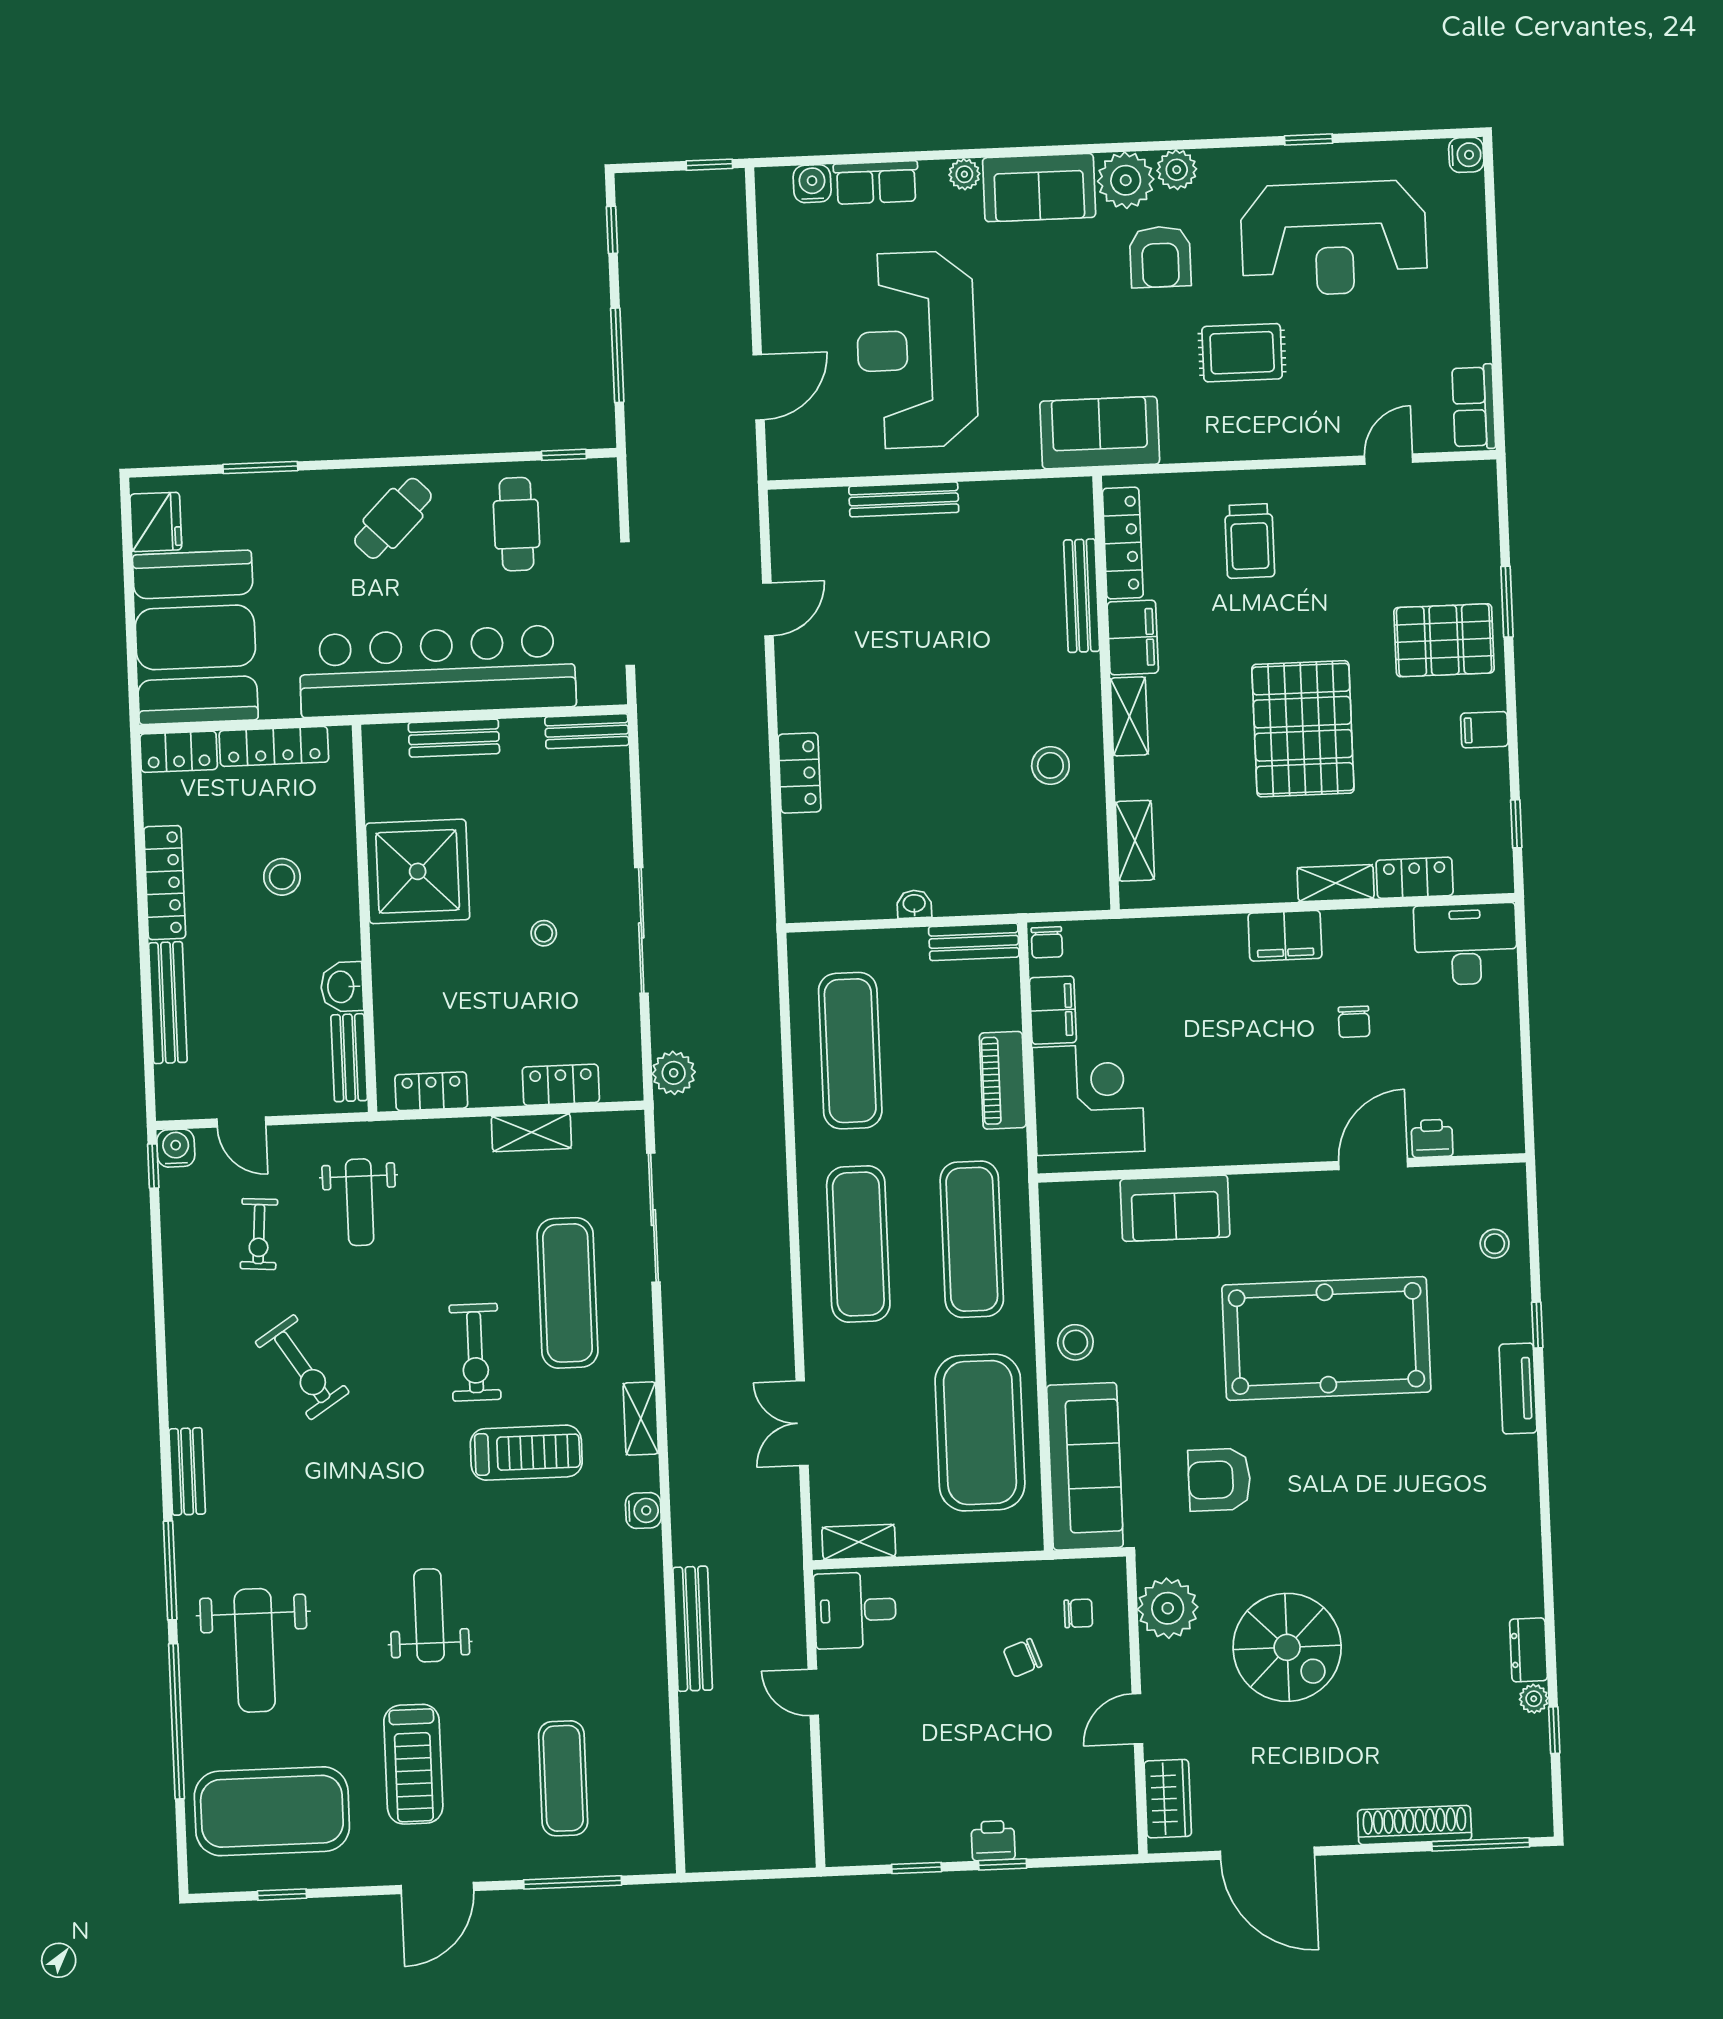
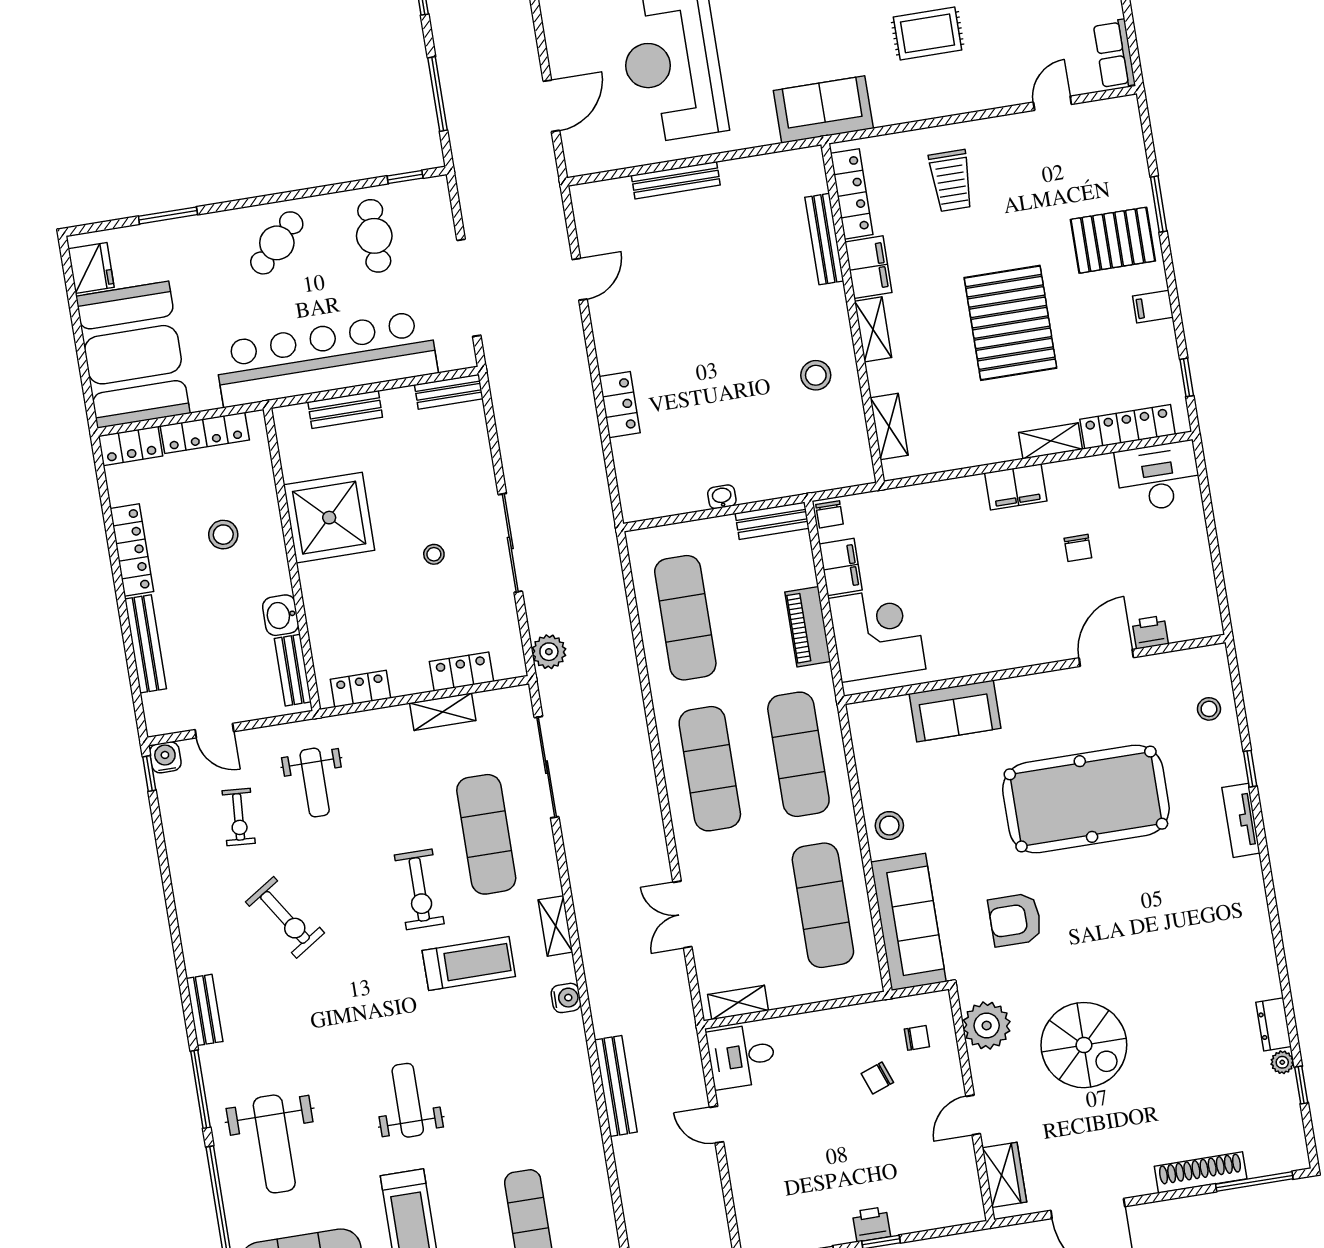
locker: (1415, 878) -> (1128, 427), width x1.53
exercise mat: (980, 1433) -> (823, 905), width x0.68

